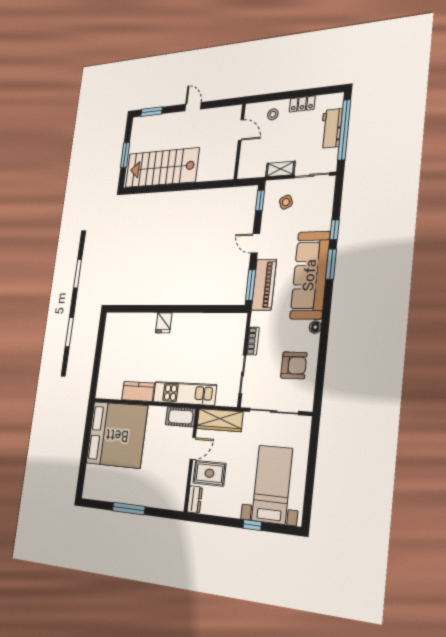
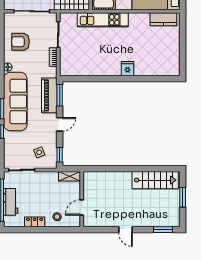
door: (241, 130) -> (82, 208), hinge flipped
stairs: (162, 168) -> (155, 180), width x0.73, depth x0.66
shelving: (280, 169) -> (70, 176), moved
door: (255, 243) -> (60, 124), hinge flipped
kitchen counter: (138, 391) -> (163, 19), moved

